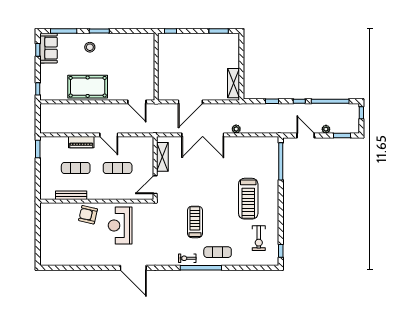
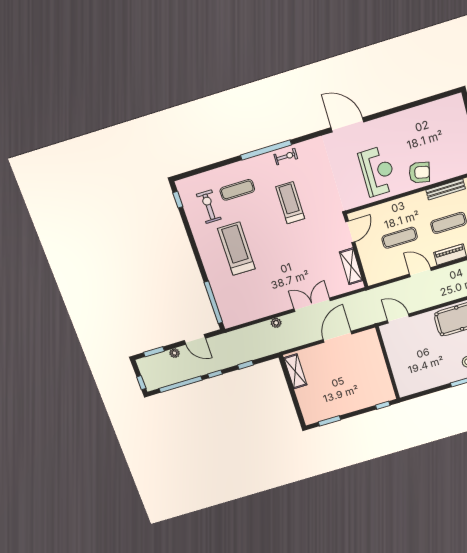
double door: (203, 135) -> (312, 305), width x0.73
treadmill: (195, 222) -> (290, 203), turned 180
exercise mat: (218, 252) -> (237, 190), moved

